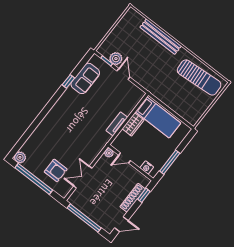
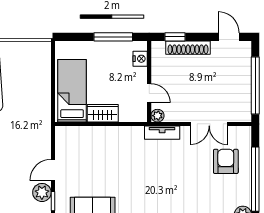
tv unit: (117, 124) -> (162, 133), moved

